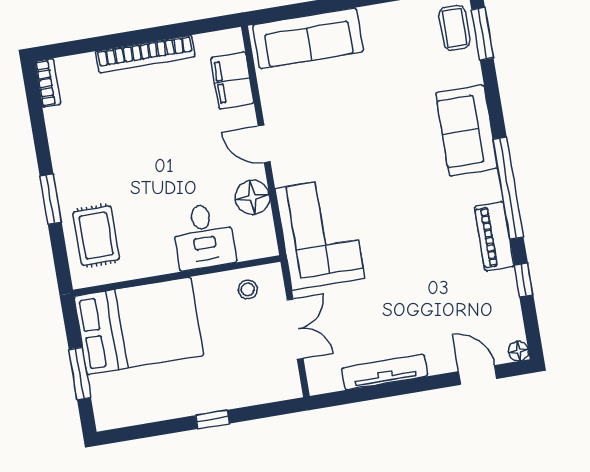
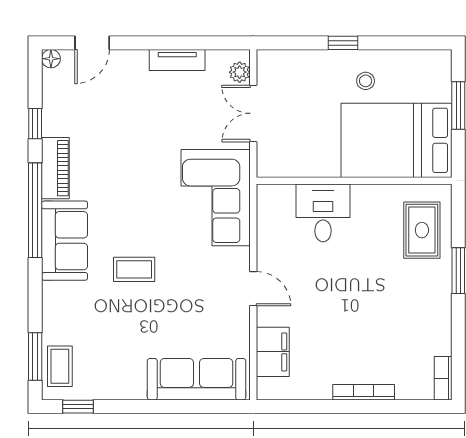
bookcase: (145, 54) -> (364, 392), width x0.68, depth x0.76
sofa: (467, 130) -> (65, 241), moved
coffee table: (393, 143) -> (134, 269), added
floor lamp: (252, 197) -> (272, 241), removed
stool: (248, 289) -> (366, 81), moved
plant: (317, 370) -> (240, 72), added
tv unit: (385, 372) -> (177, 60), width x0.71
door: (478, 375) -> (92, 43), hinge flipped

